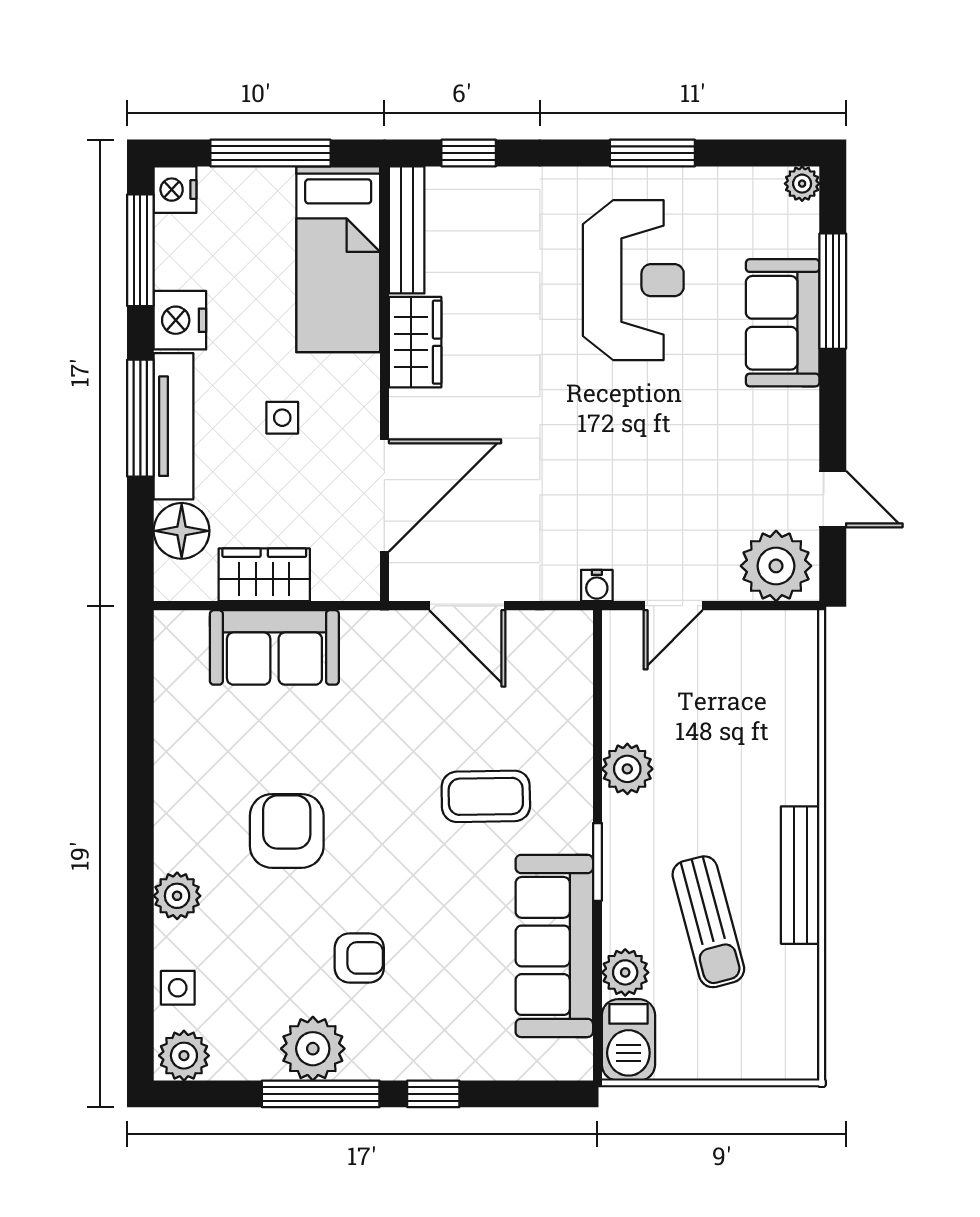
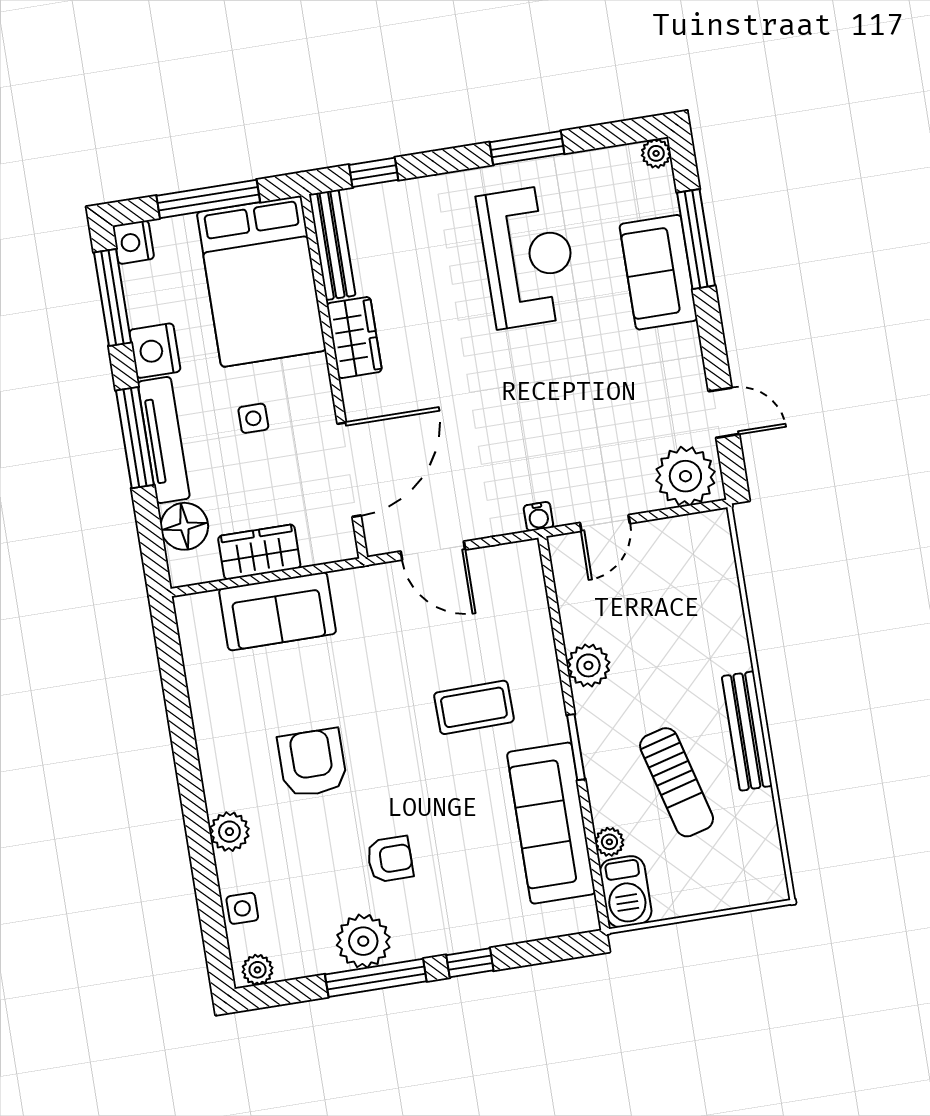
bed: (338, 259) -> (261, 281), width x1.50
plant: (625, 972) -> (609, 842), width x0.73, depth x0.73
plant: (184, 1056) -> (258, 970), width x0.73, depth x0.73

